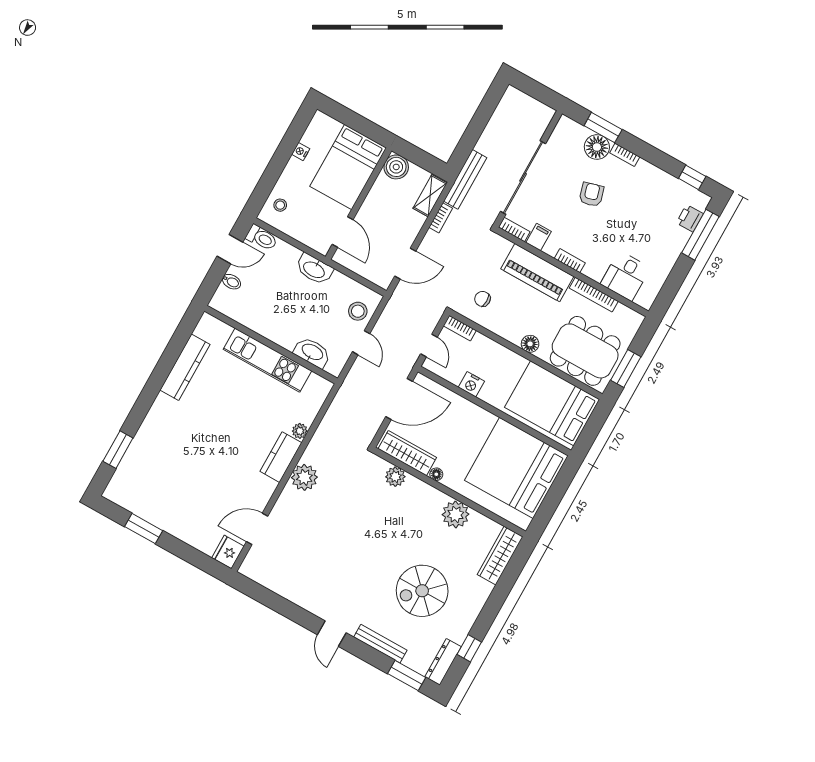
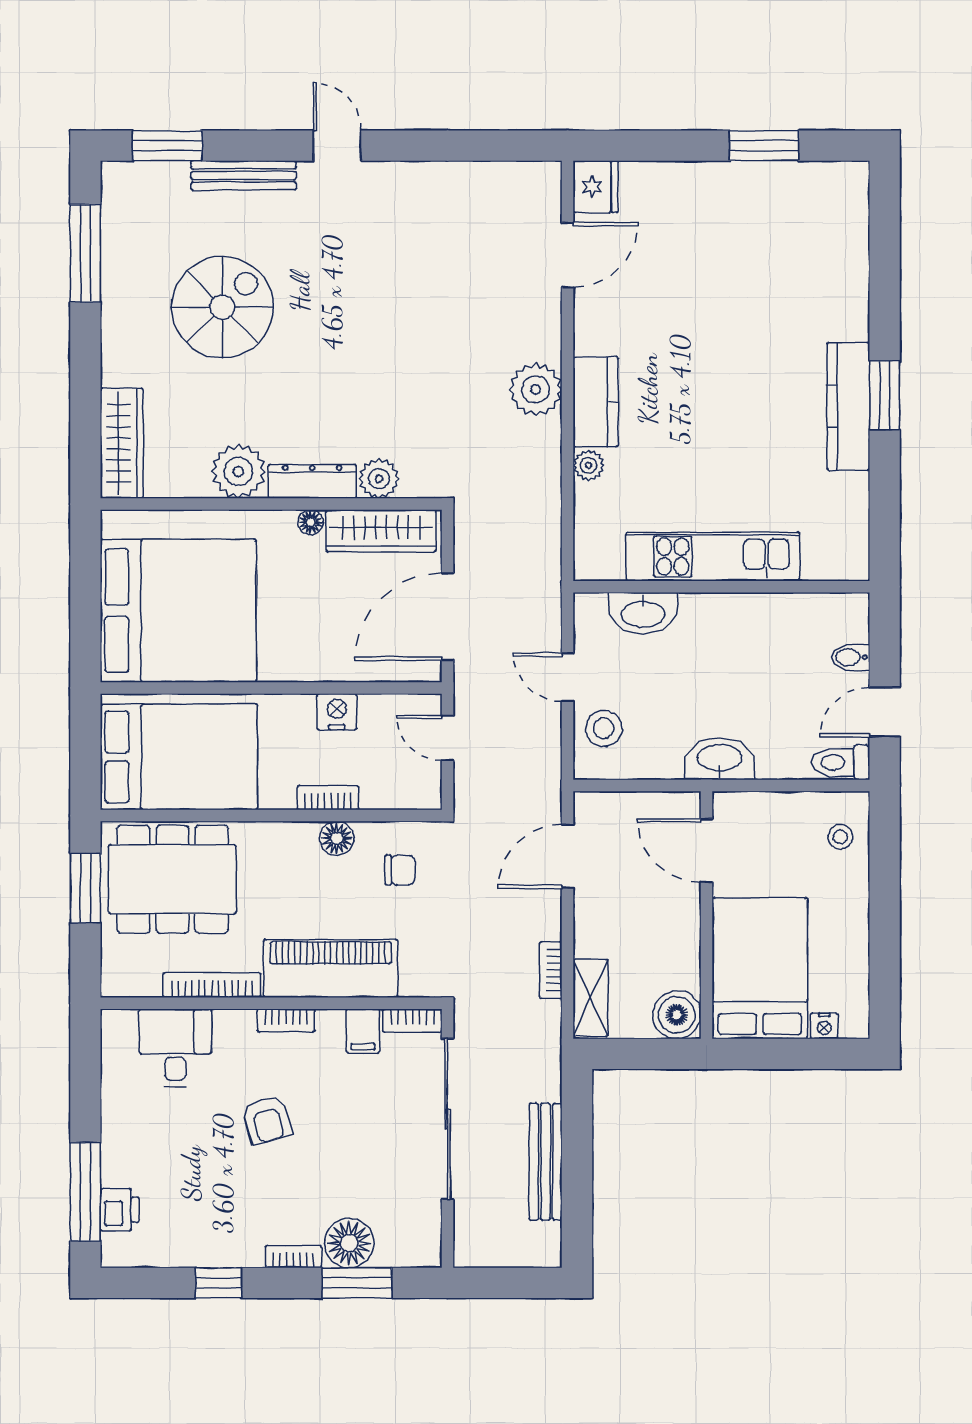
nightstand: (301, 152) -> (824, 1026), moved, turned 90
window: (692, 177) -> (218, 1283), moved
bench: (465, 179) -> (546, 1162), moved
armchair: (591, 194) -> (267, 1120), moved
bookcase: (460, 328) -> (328, 798), moved
floor lamp: (530, 344) -> (337, 838), moved
kitchen counter: (185, 367) -> (848, 406), moved
window: (118, 450) -> (885, 395), moved
window: (469, 648) -> (85, 253), width x2.17
dresser: (443, 662) -> (312, 481), moved, turned -90

